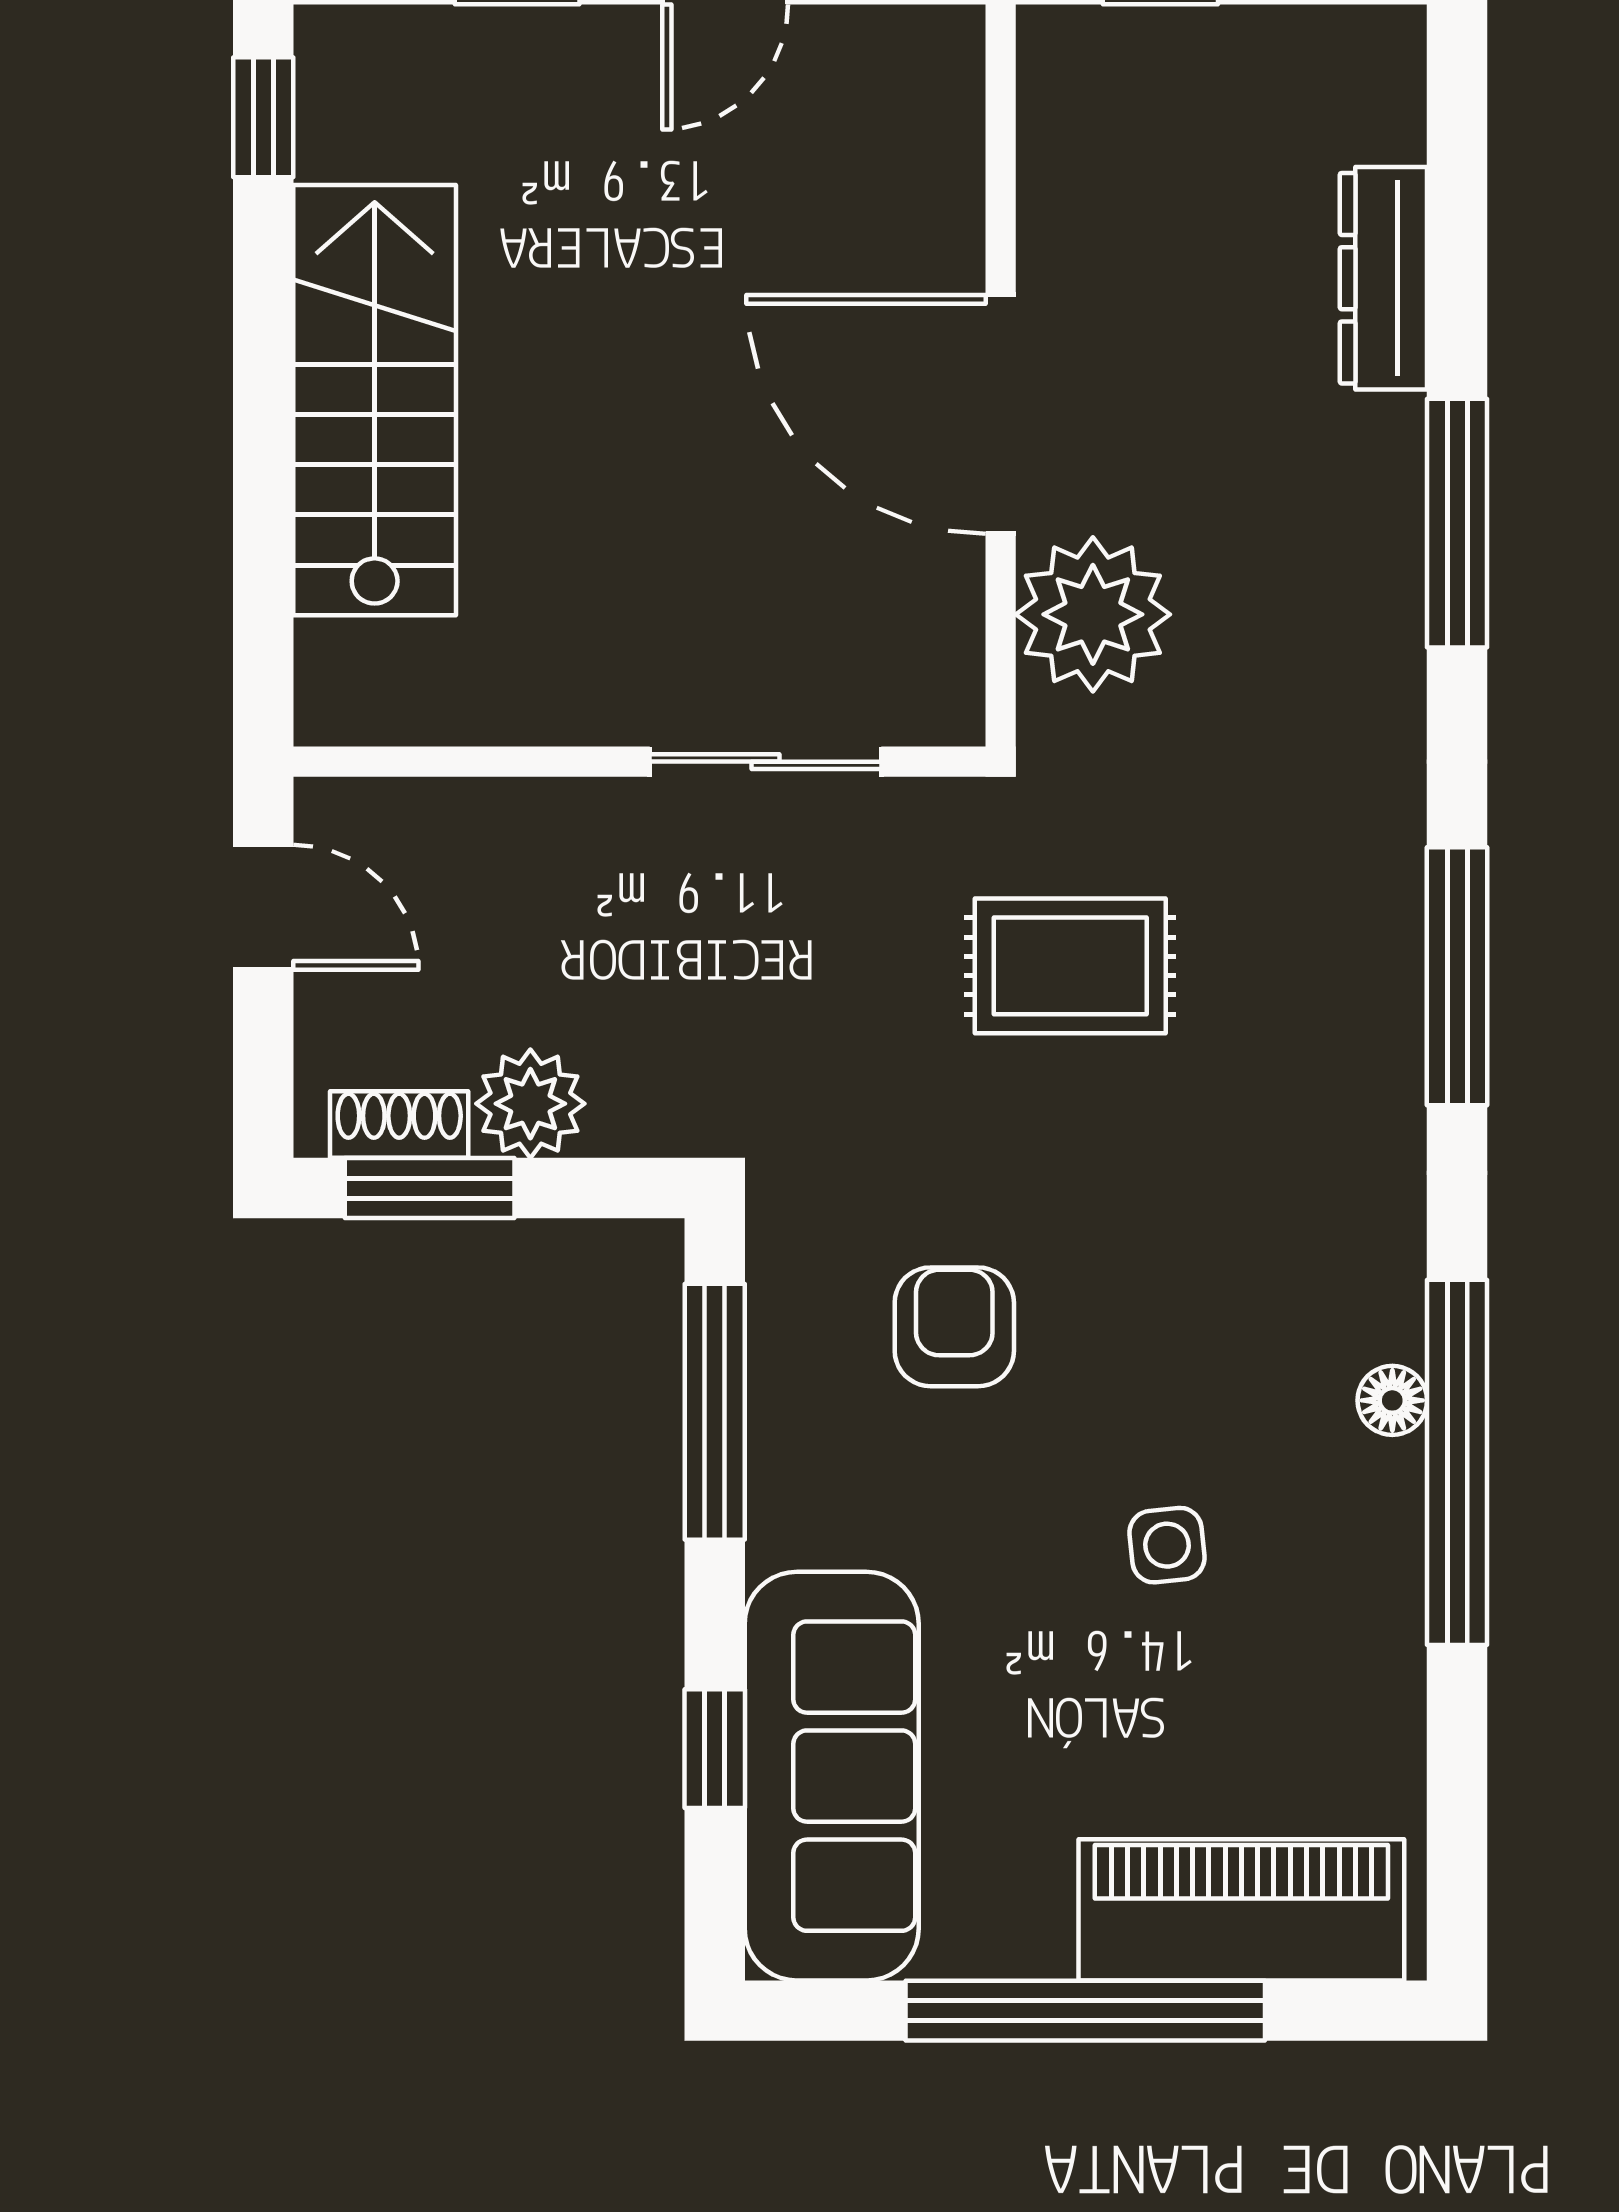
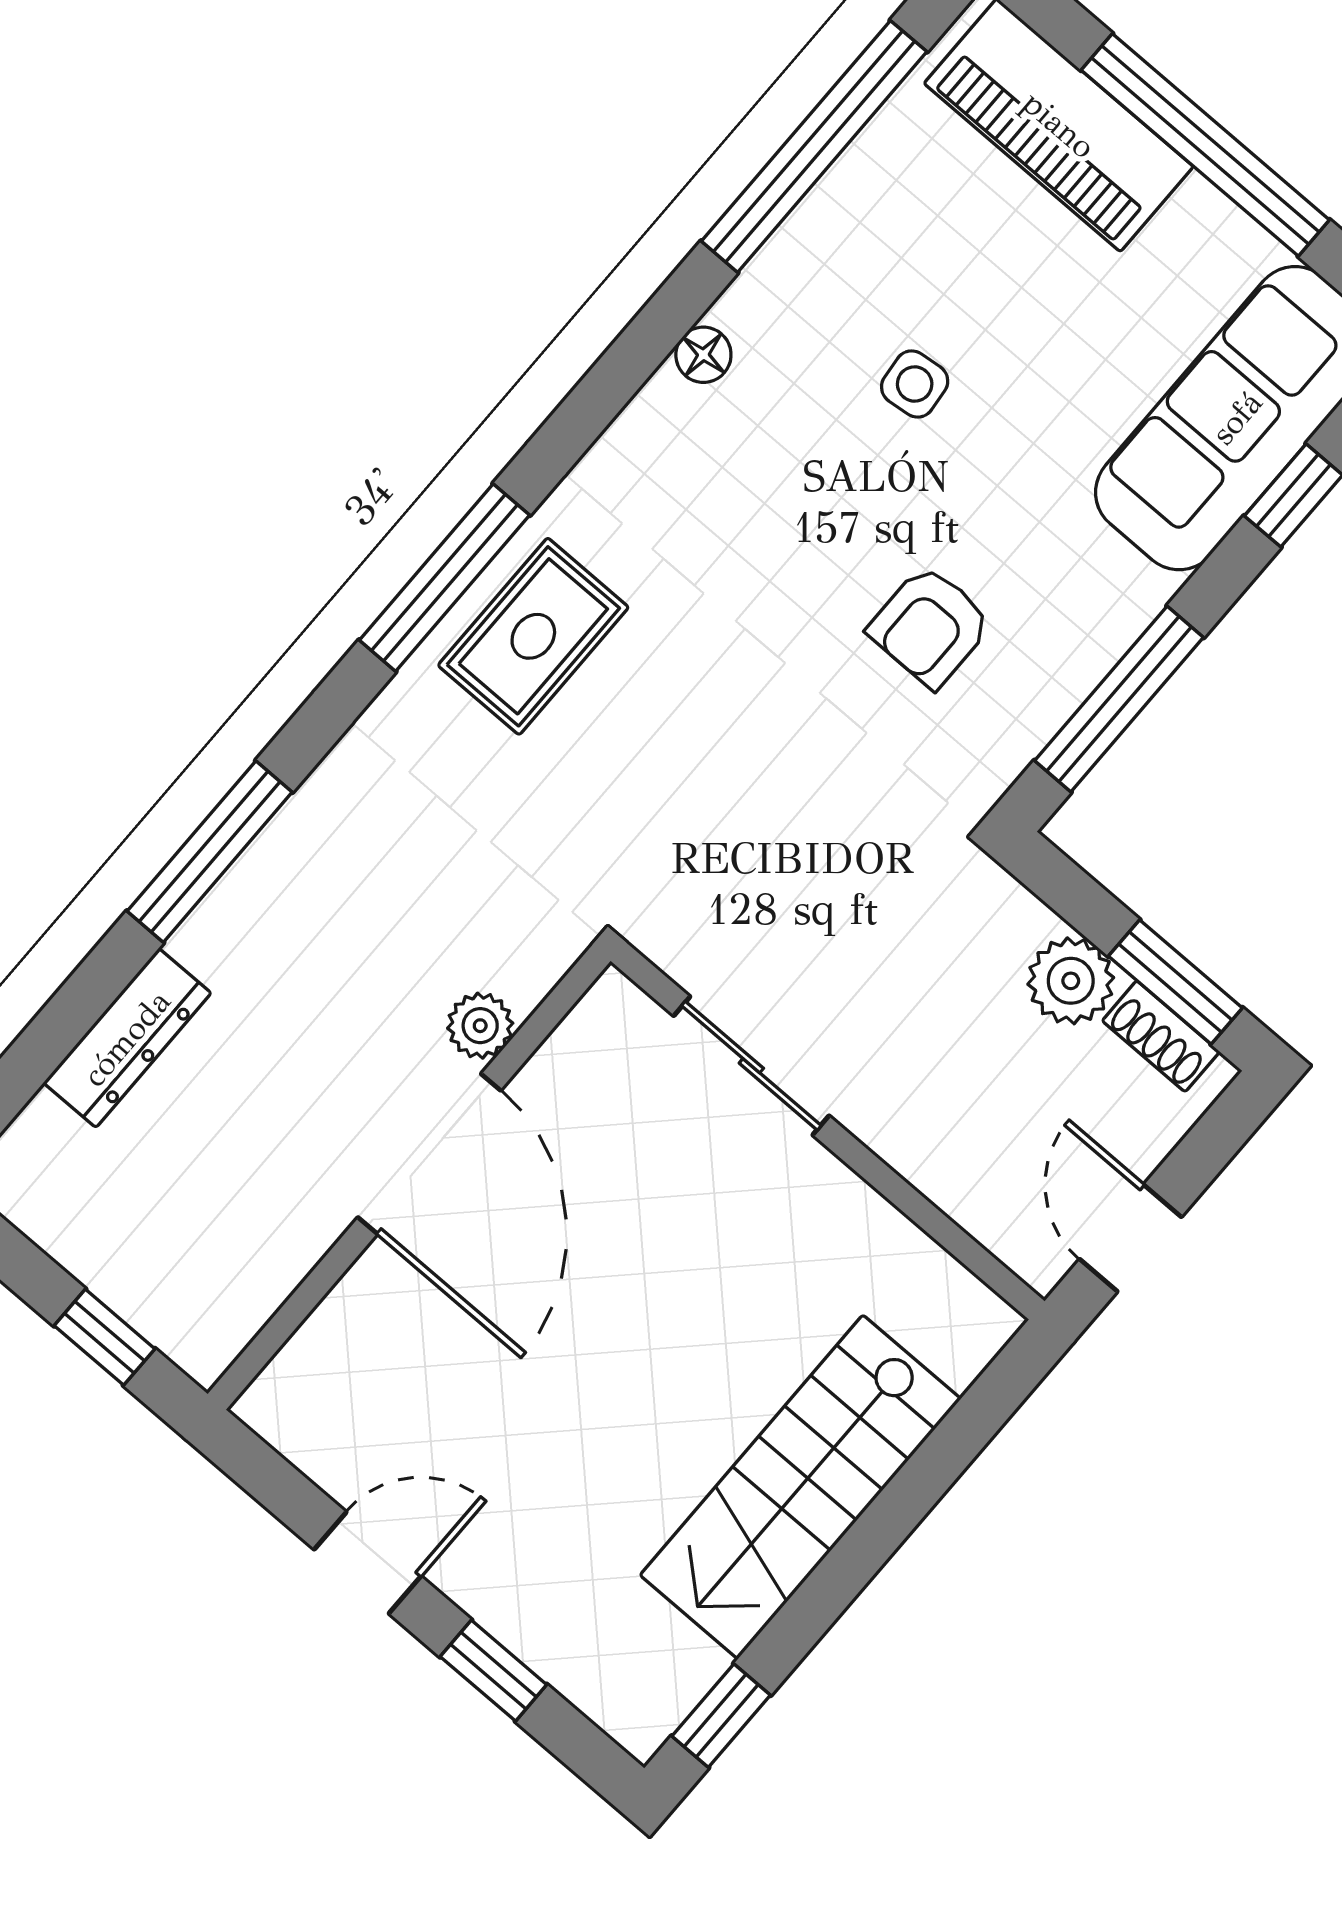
plant: (1093, 614) -> (480, 1026), width x0.53, depth x0.53
rug: (1070, 966) -> (533, 636), moved, turned 90
window: (1457, 1462) -> (814, 146), moved

